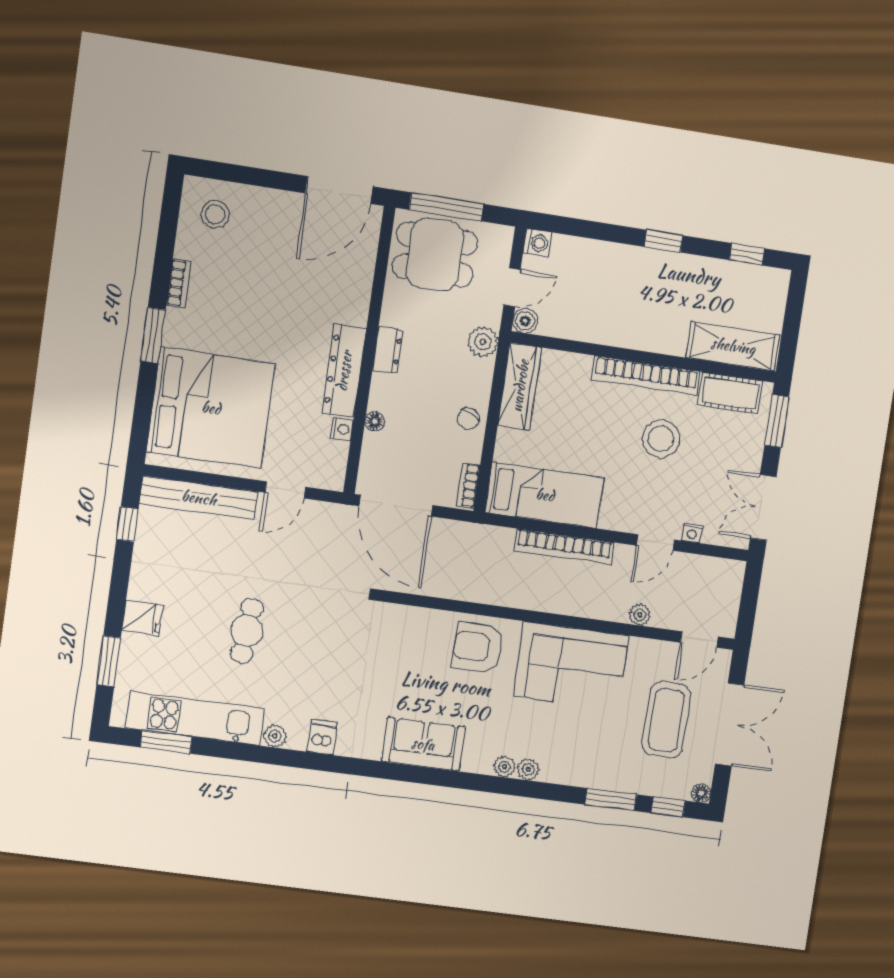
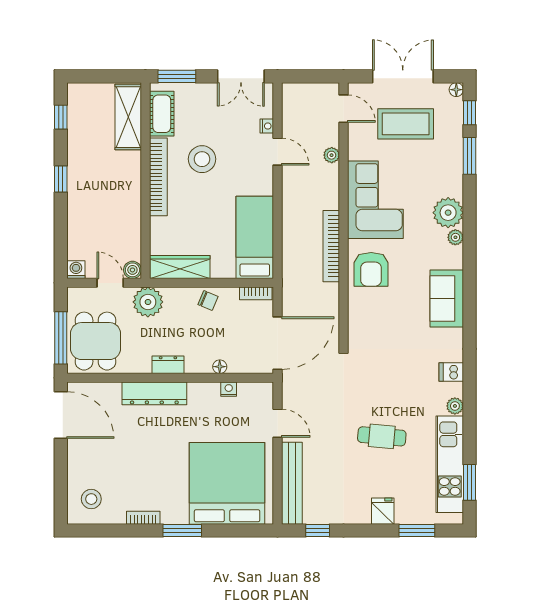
plant: (483, 342) -> (148, 302), width x1.36, depth x1.36
dresser: (344, 371) -> (154, 393), moved
bookcase: (564, 547) -> (331, 246), moved, turned 180
plant: (528, 769) -> (448, 213), width x1.88, depth x1.88

